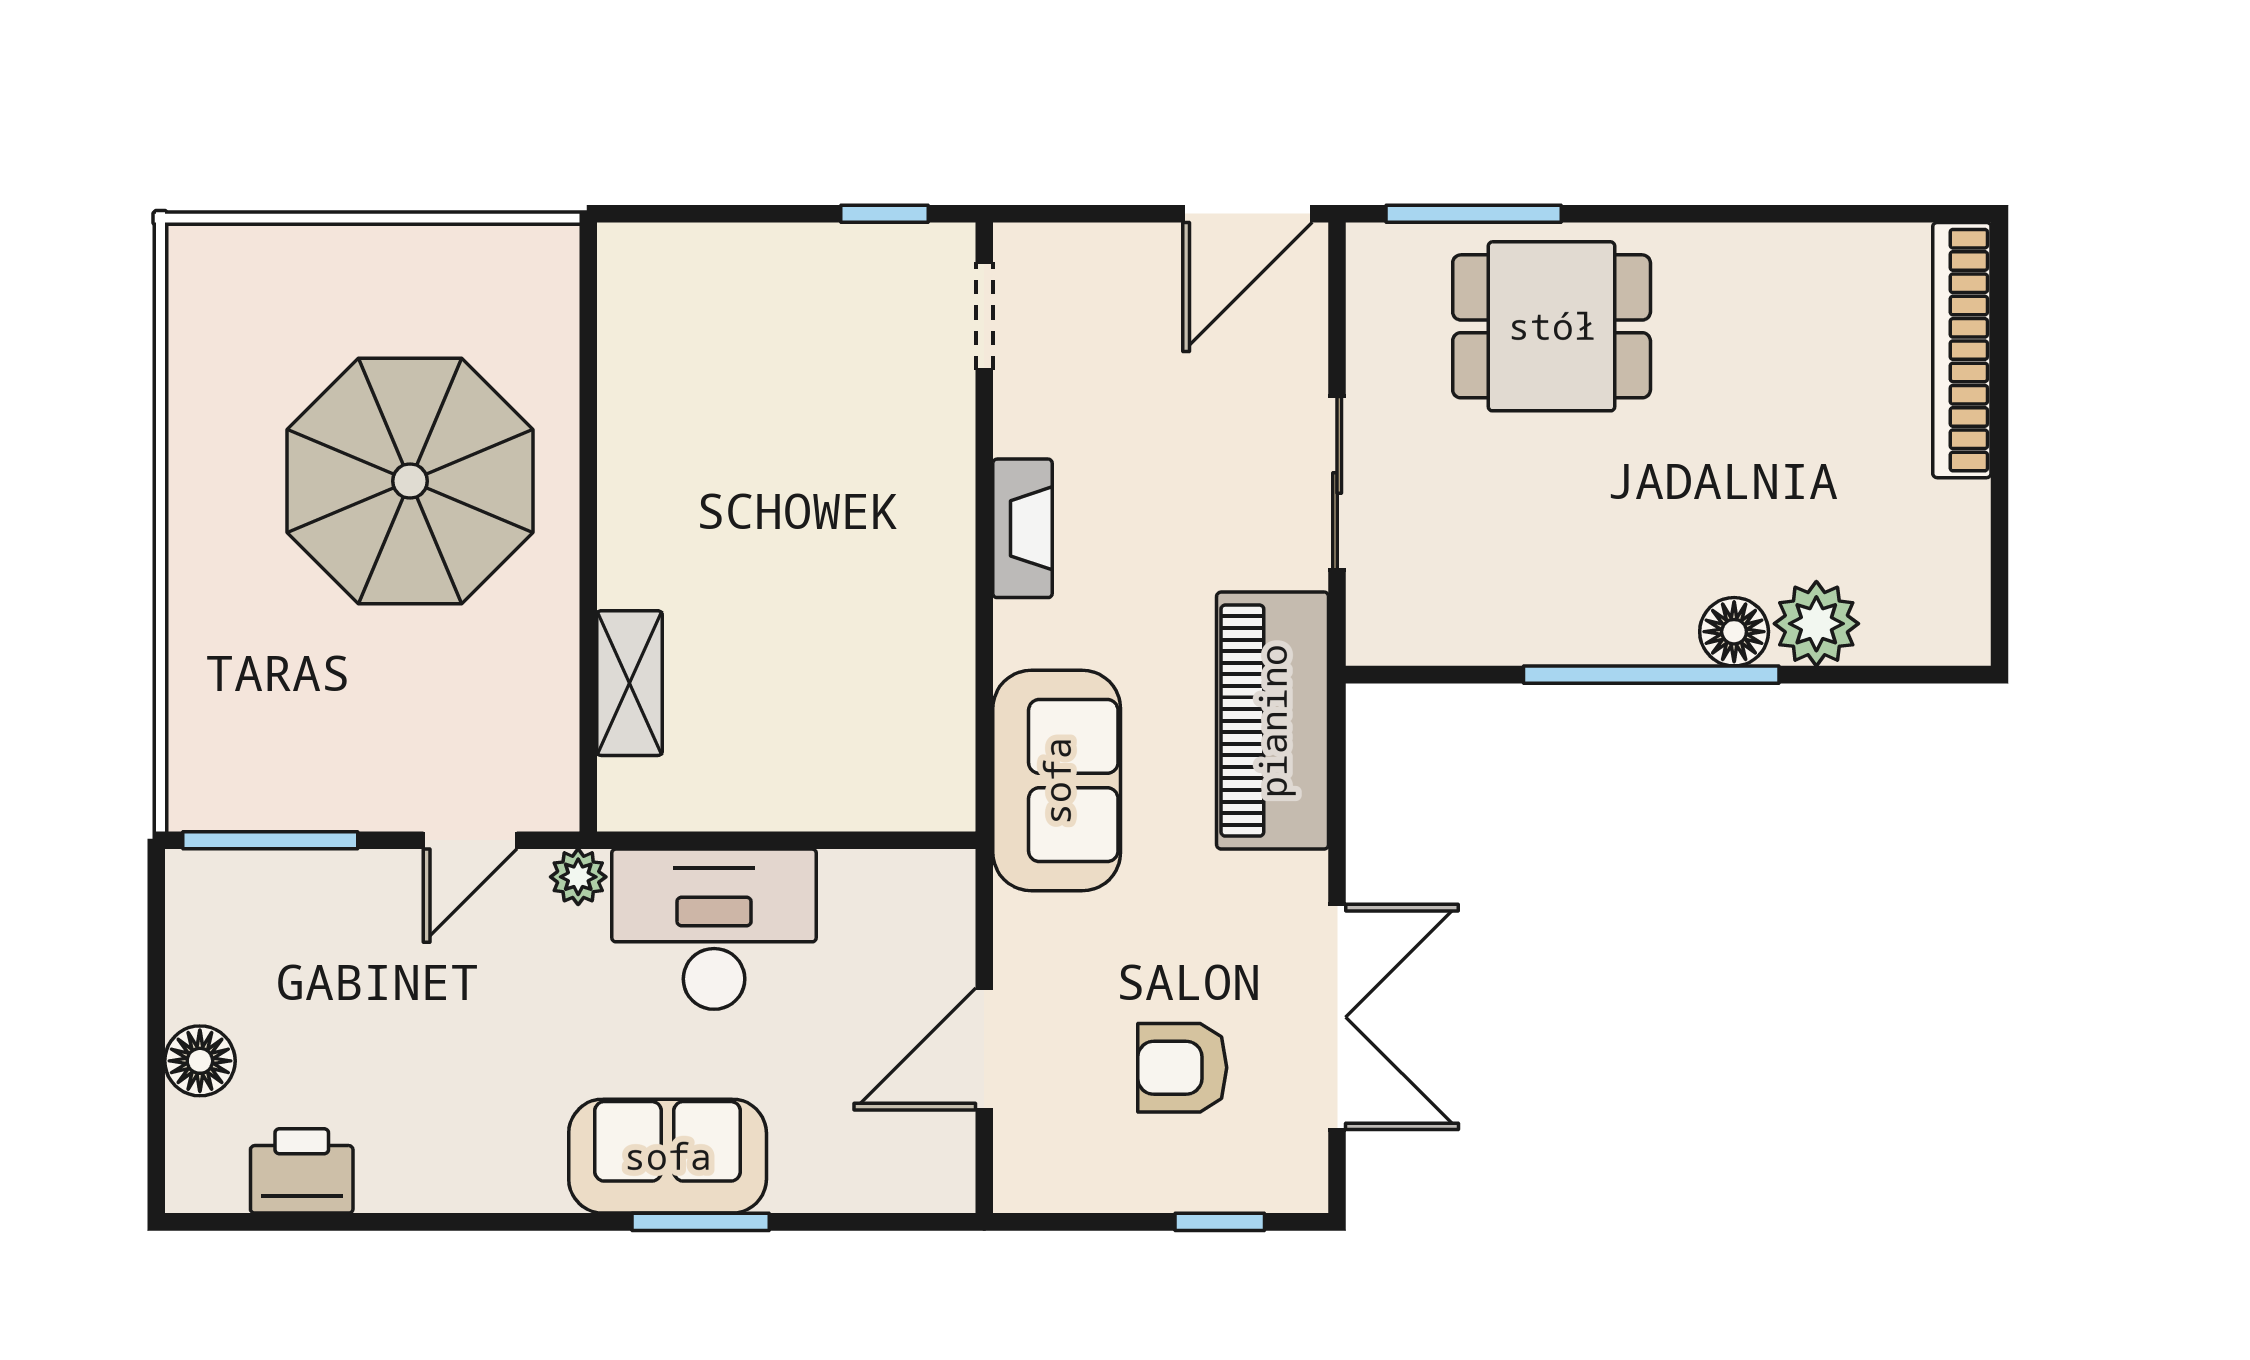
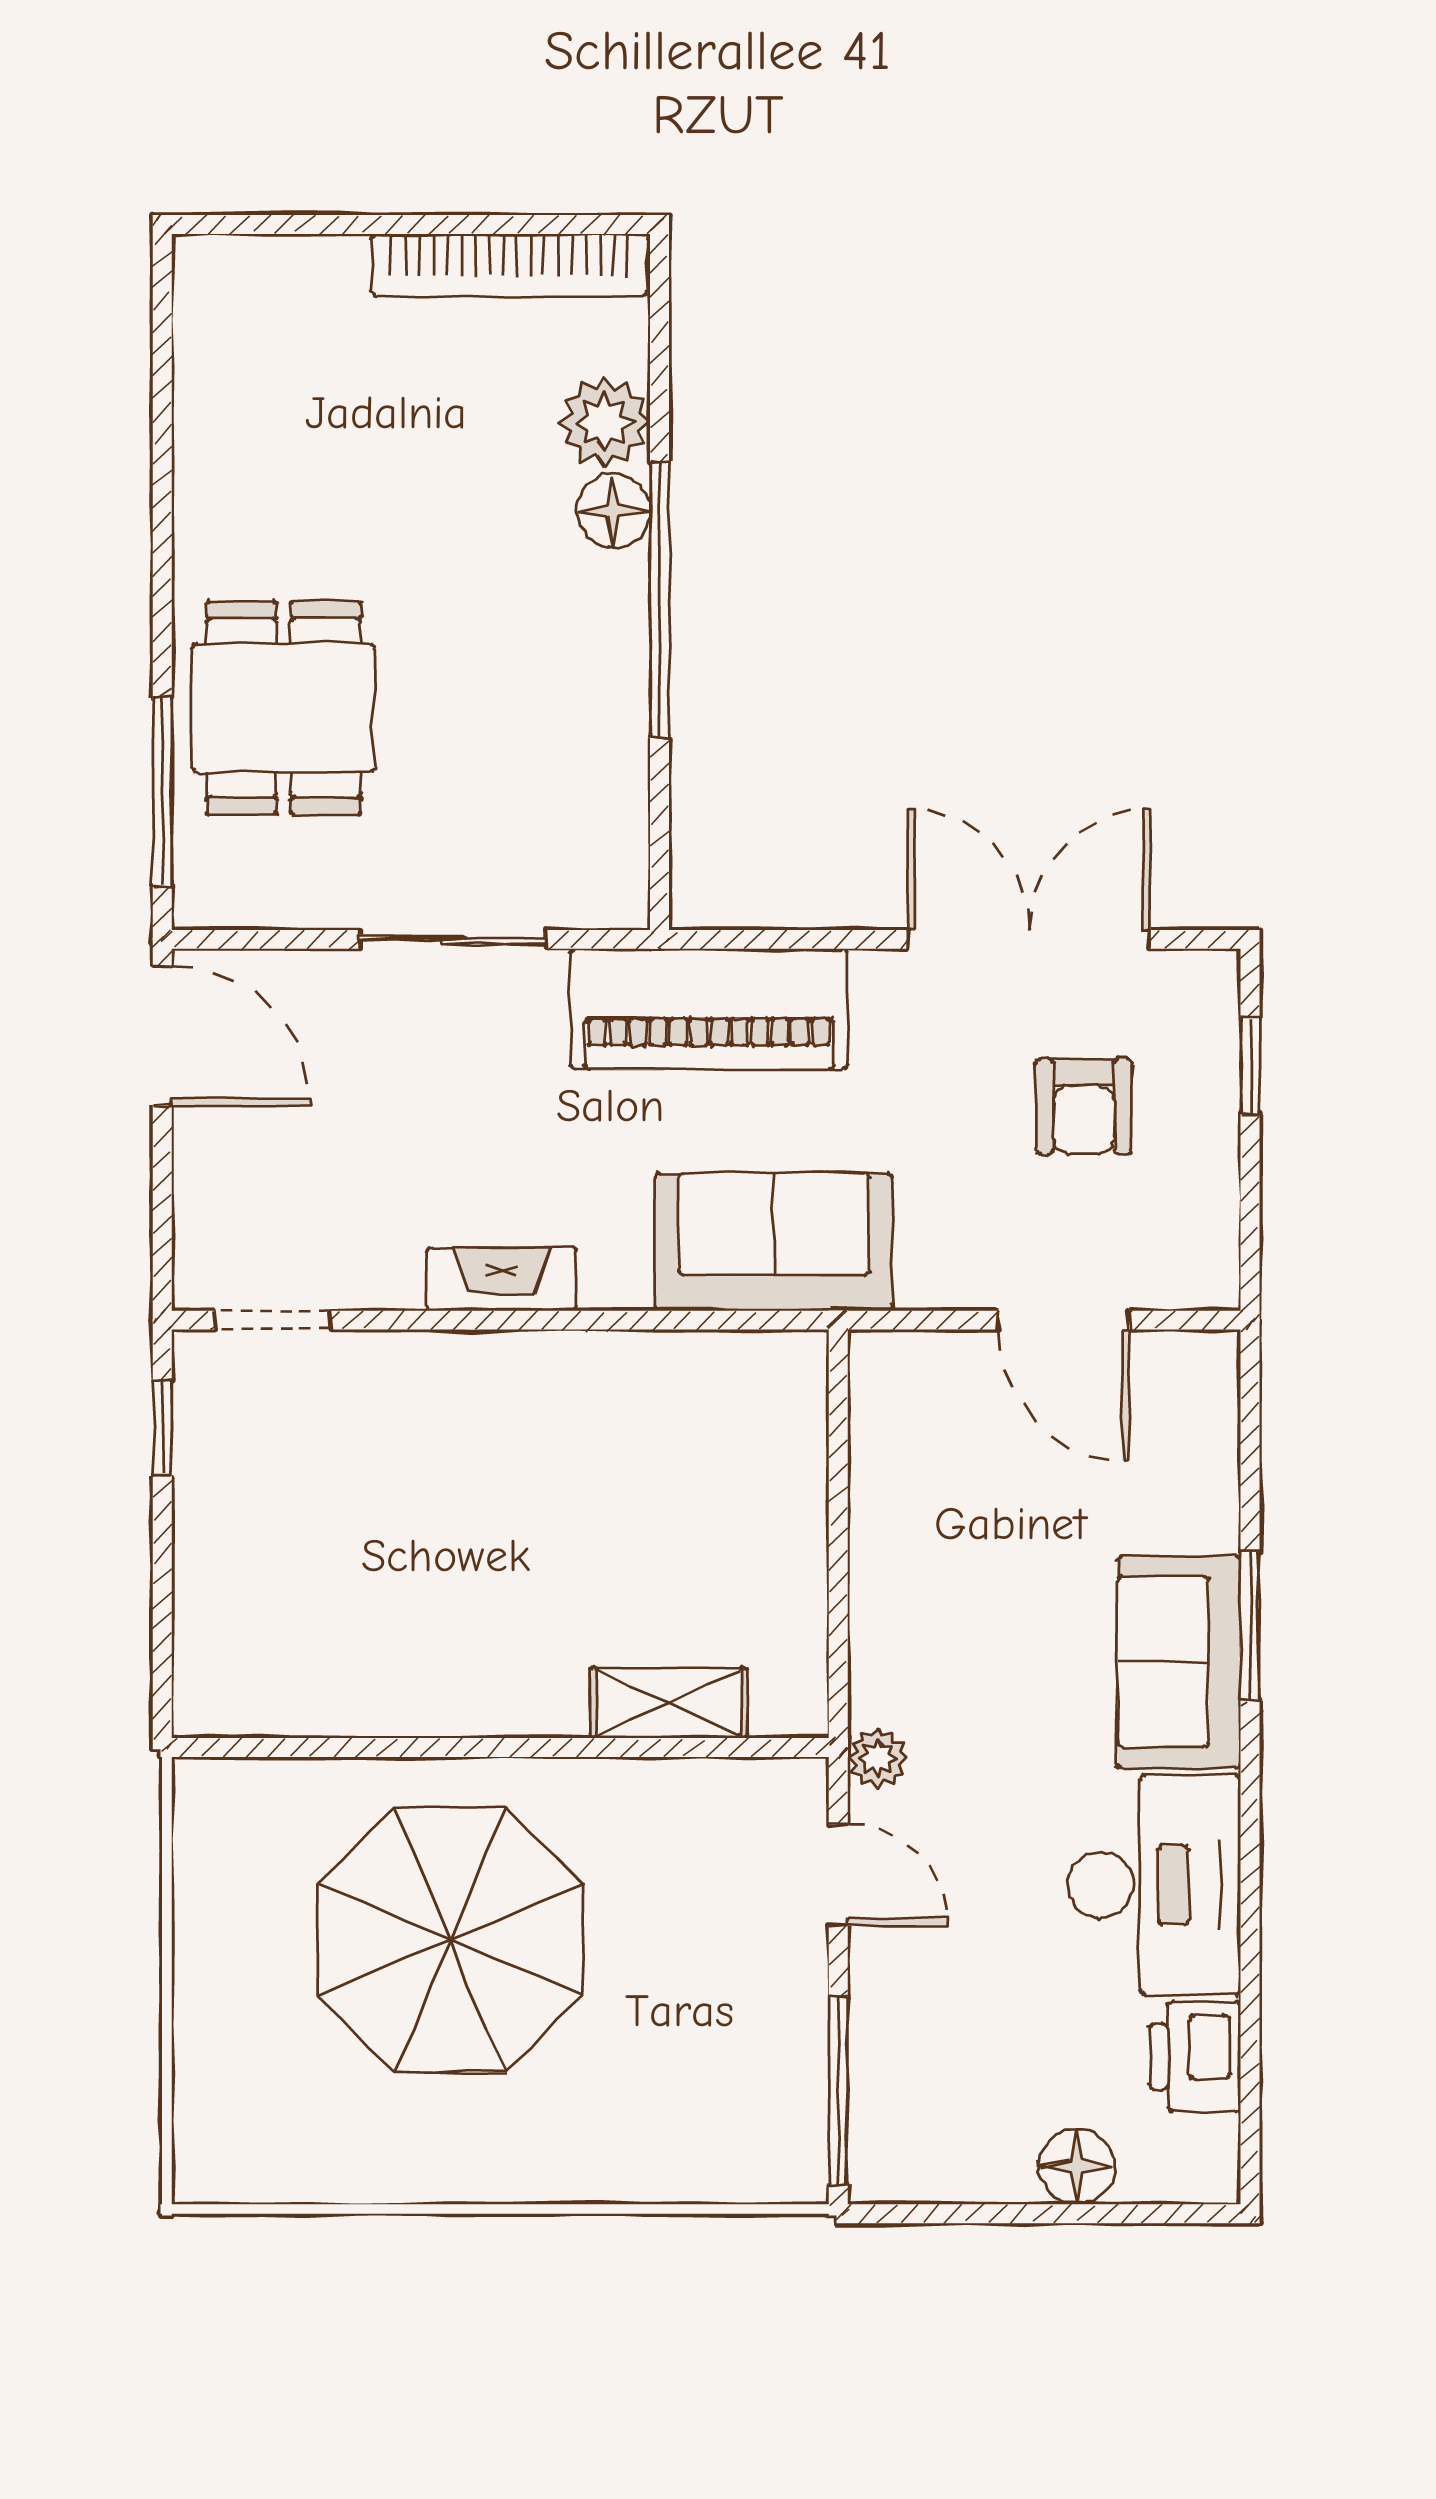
bookcase: (1962, 350) -> (510, 265), moved
desk: (714, 929) -> (1154, 1885), moved, turned 180

